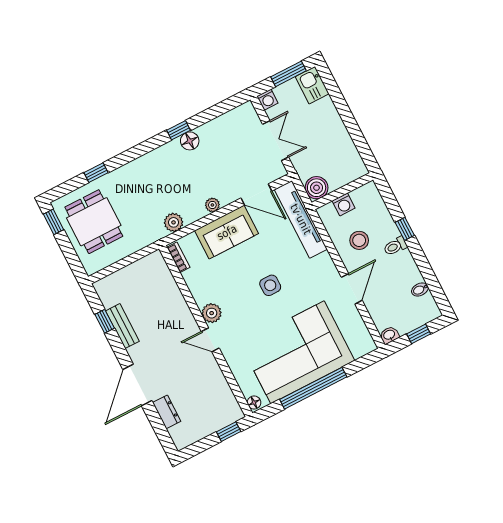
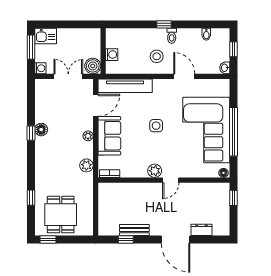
boiler: (317, 188) -> (93, 66), moved
wall: (342, 191) -> (103, 51), moved
washing machine: (344, 204) -> (112, 55), moved
dining table: (94, 222) -> (61, 215), turned 90

